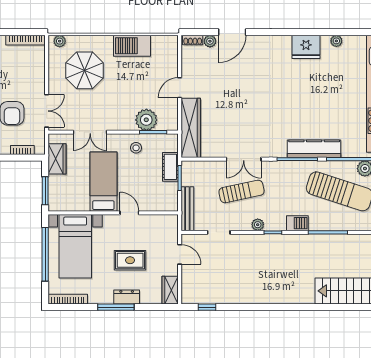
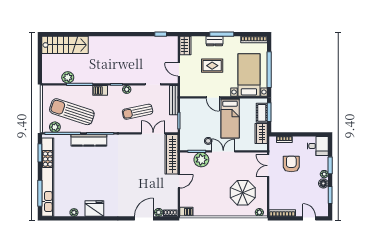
barbecue: (132, 46) -> (186, 212), moved, width x0.53, depth x0.65
double door: (90, 132) -> (223, 151), moved
double door: (244, 159) -> (153, 133), moved
cot: (170, 167) -> (262, 113), moved
plant: (346, 243) -> (68, 77), added

